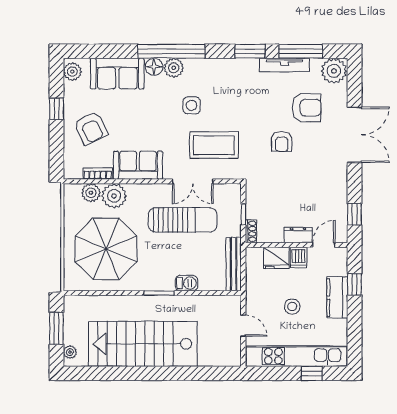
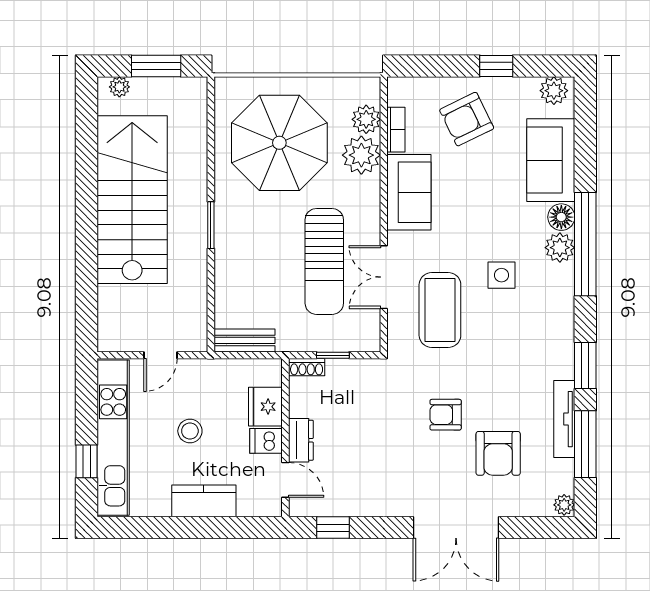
plant: (334, 71) -> (564, 505), width x0.53, depth x0.53
bench: (234, 264) -> (245, 340), width x0.73
barbecue: (186, 283) -> (226, 267), removed
window: (355, 284) -> (224, 528), removed

